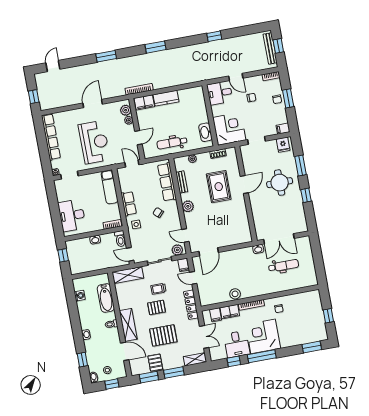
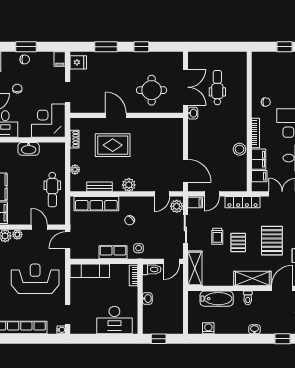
washbasin: (205, 132) -> (29, 149), moved
round table: (280, 183) -> (152, 90), moved

